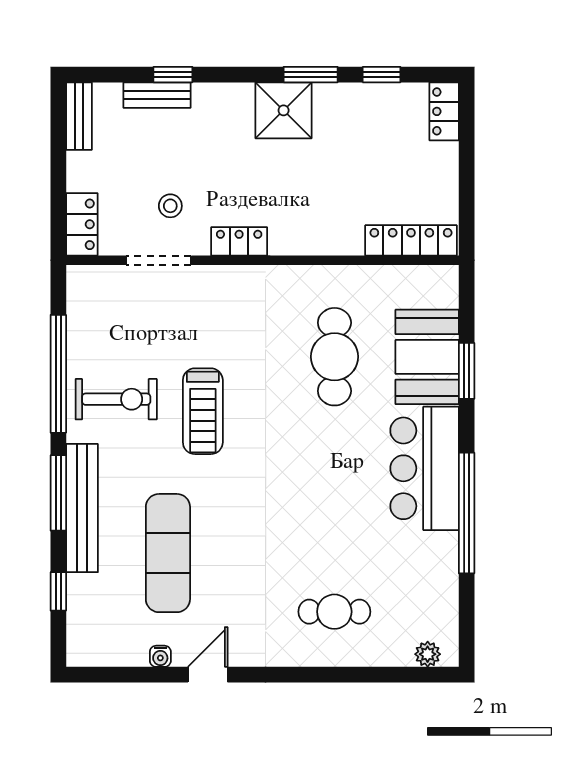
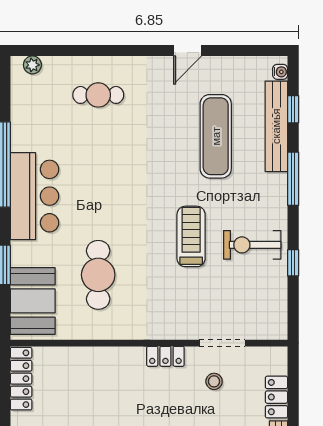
locker: (82, 224) -> (276, 397), moved
locker: (411, 240) -> (21, 379), moved, turned -90
booth: (427, 357) -> (33, 301), moved
window: (58, 374) -> (293, 263), width x0.32
bench: (82, 508) -> (276, 126), moved
water cooler: (160, 656) -> (280, 72), moved, turned 90

